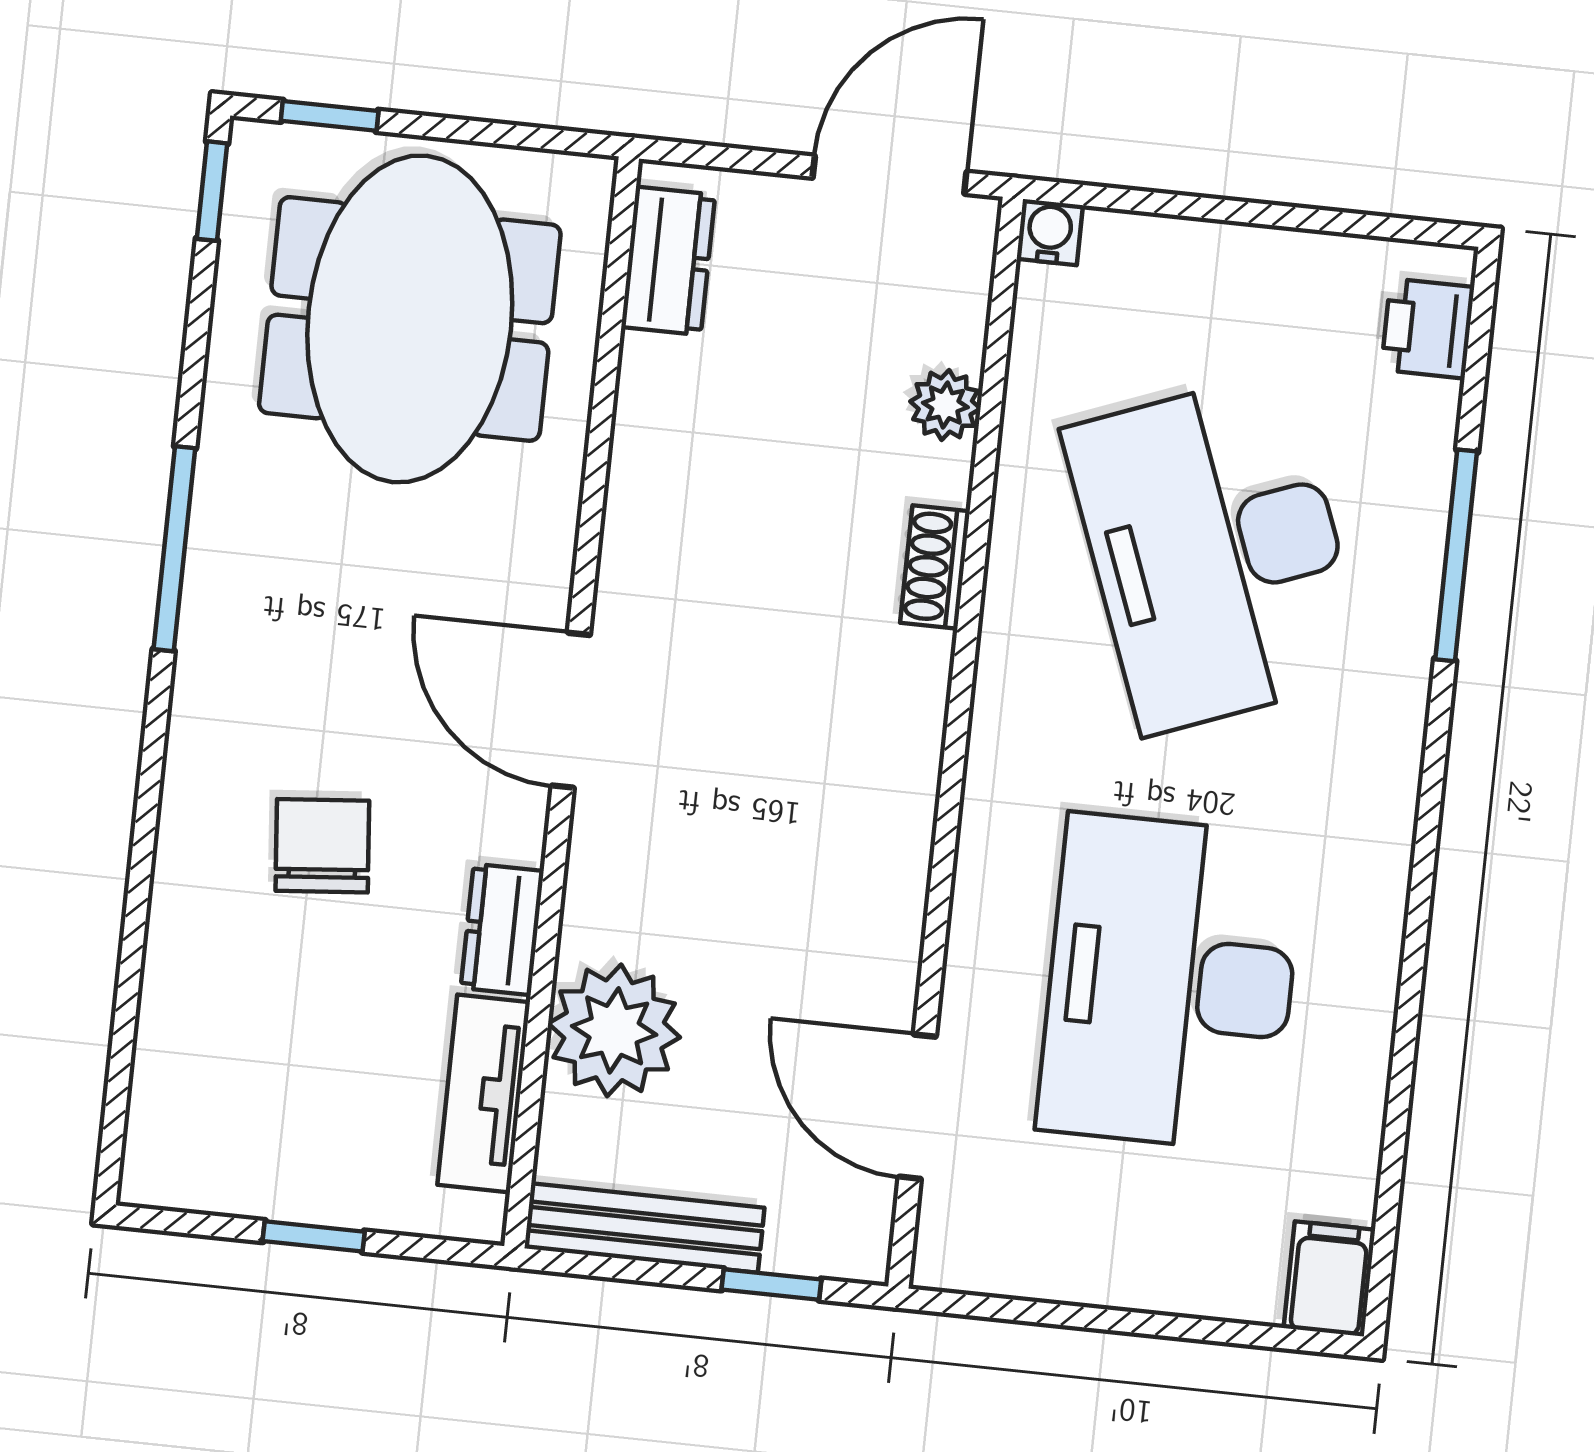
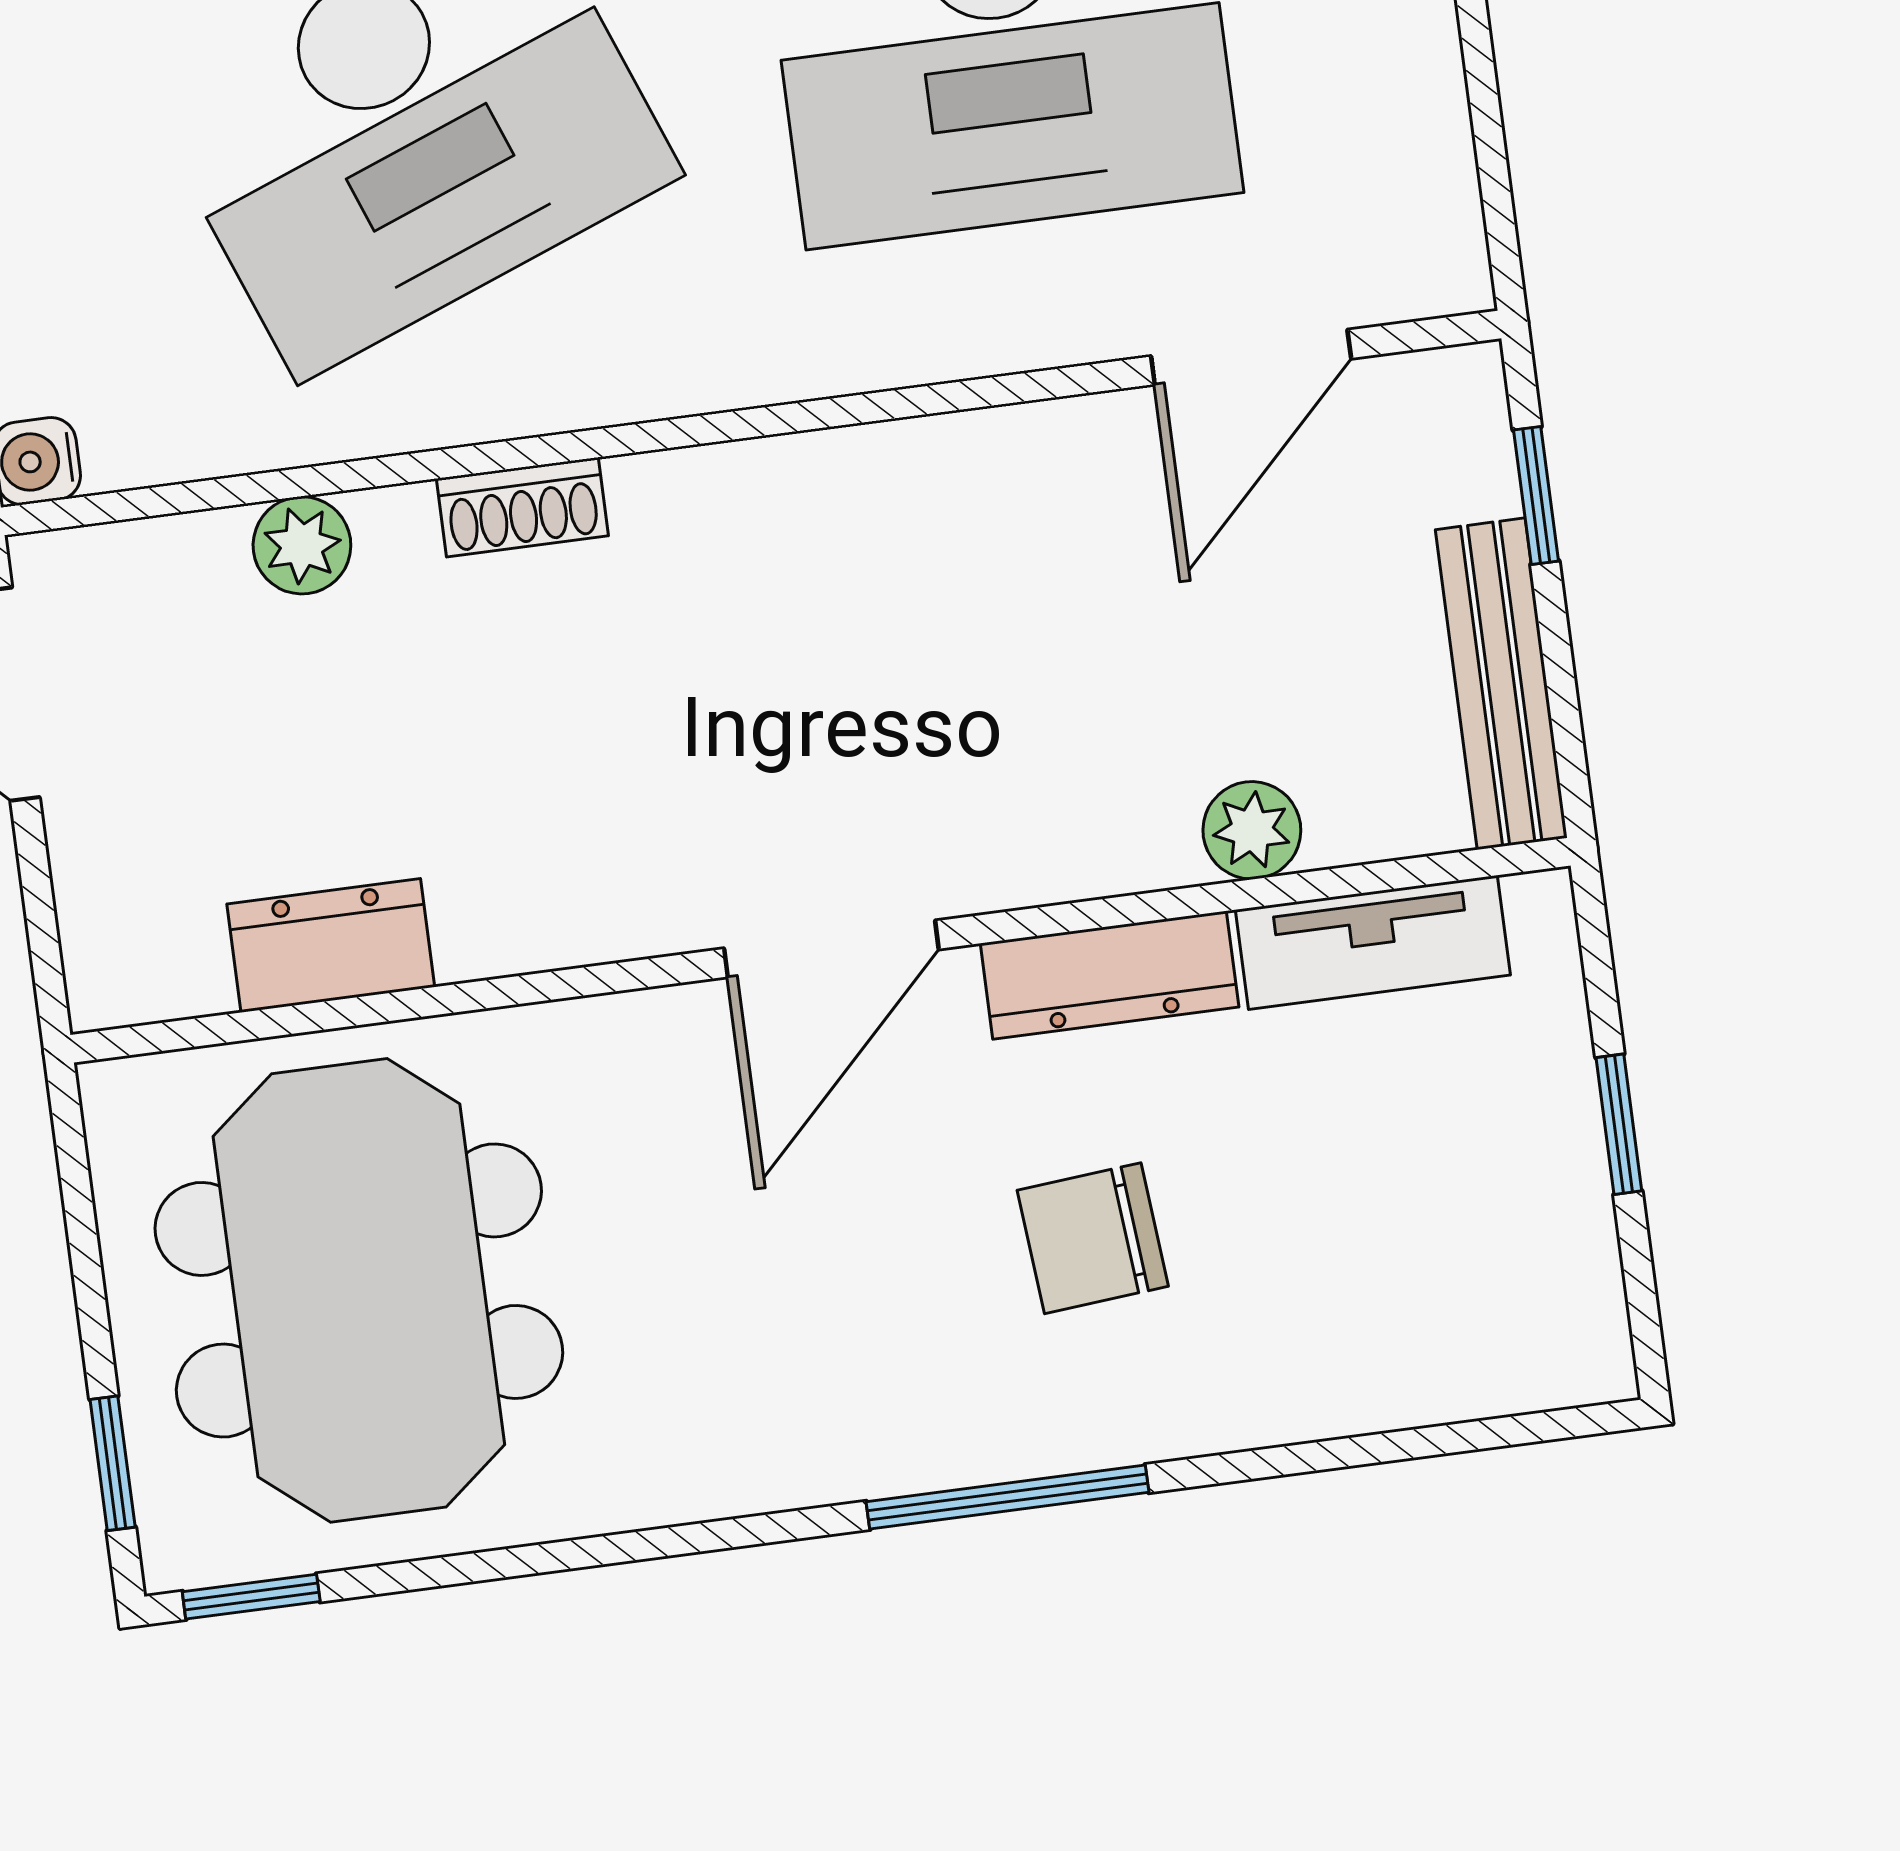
dresser: (668, 261) -> (331, 945), moved
meeting table: (410, 319) -> (359, 1290), turned 90
window: (174, 549) -> (1008, 1497), moved
dresser: (502, 929) -> (1110, 975), width x1.44
plant: (614, 1030) -> (1252, 830), width x0.53, depth x0.53

